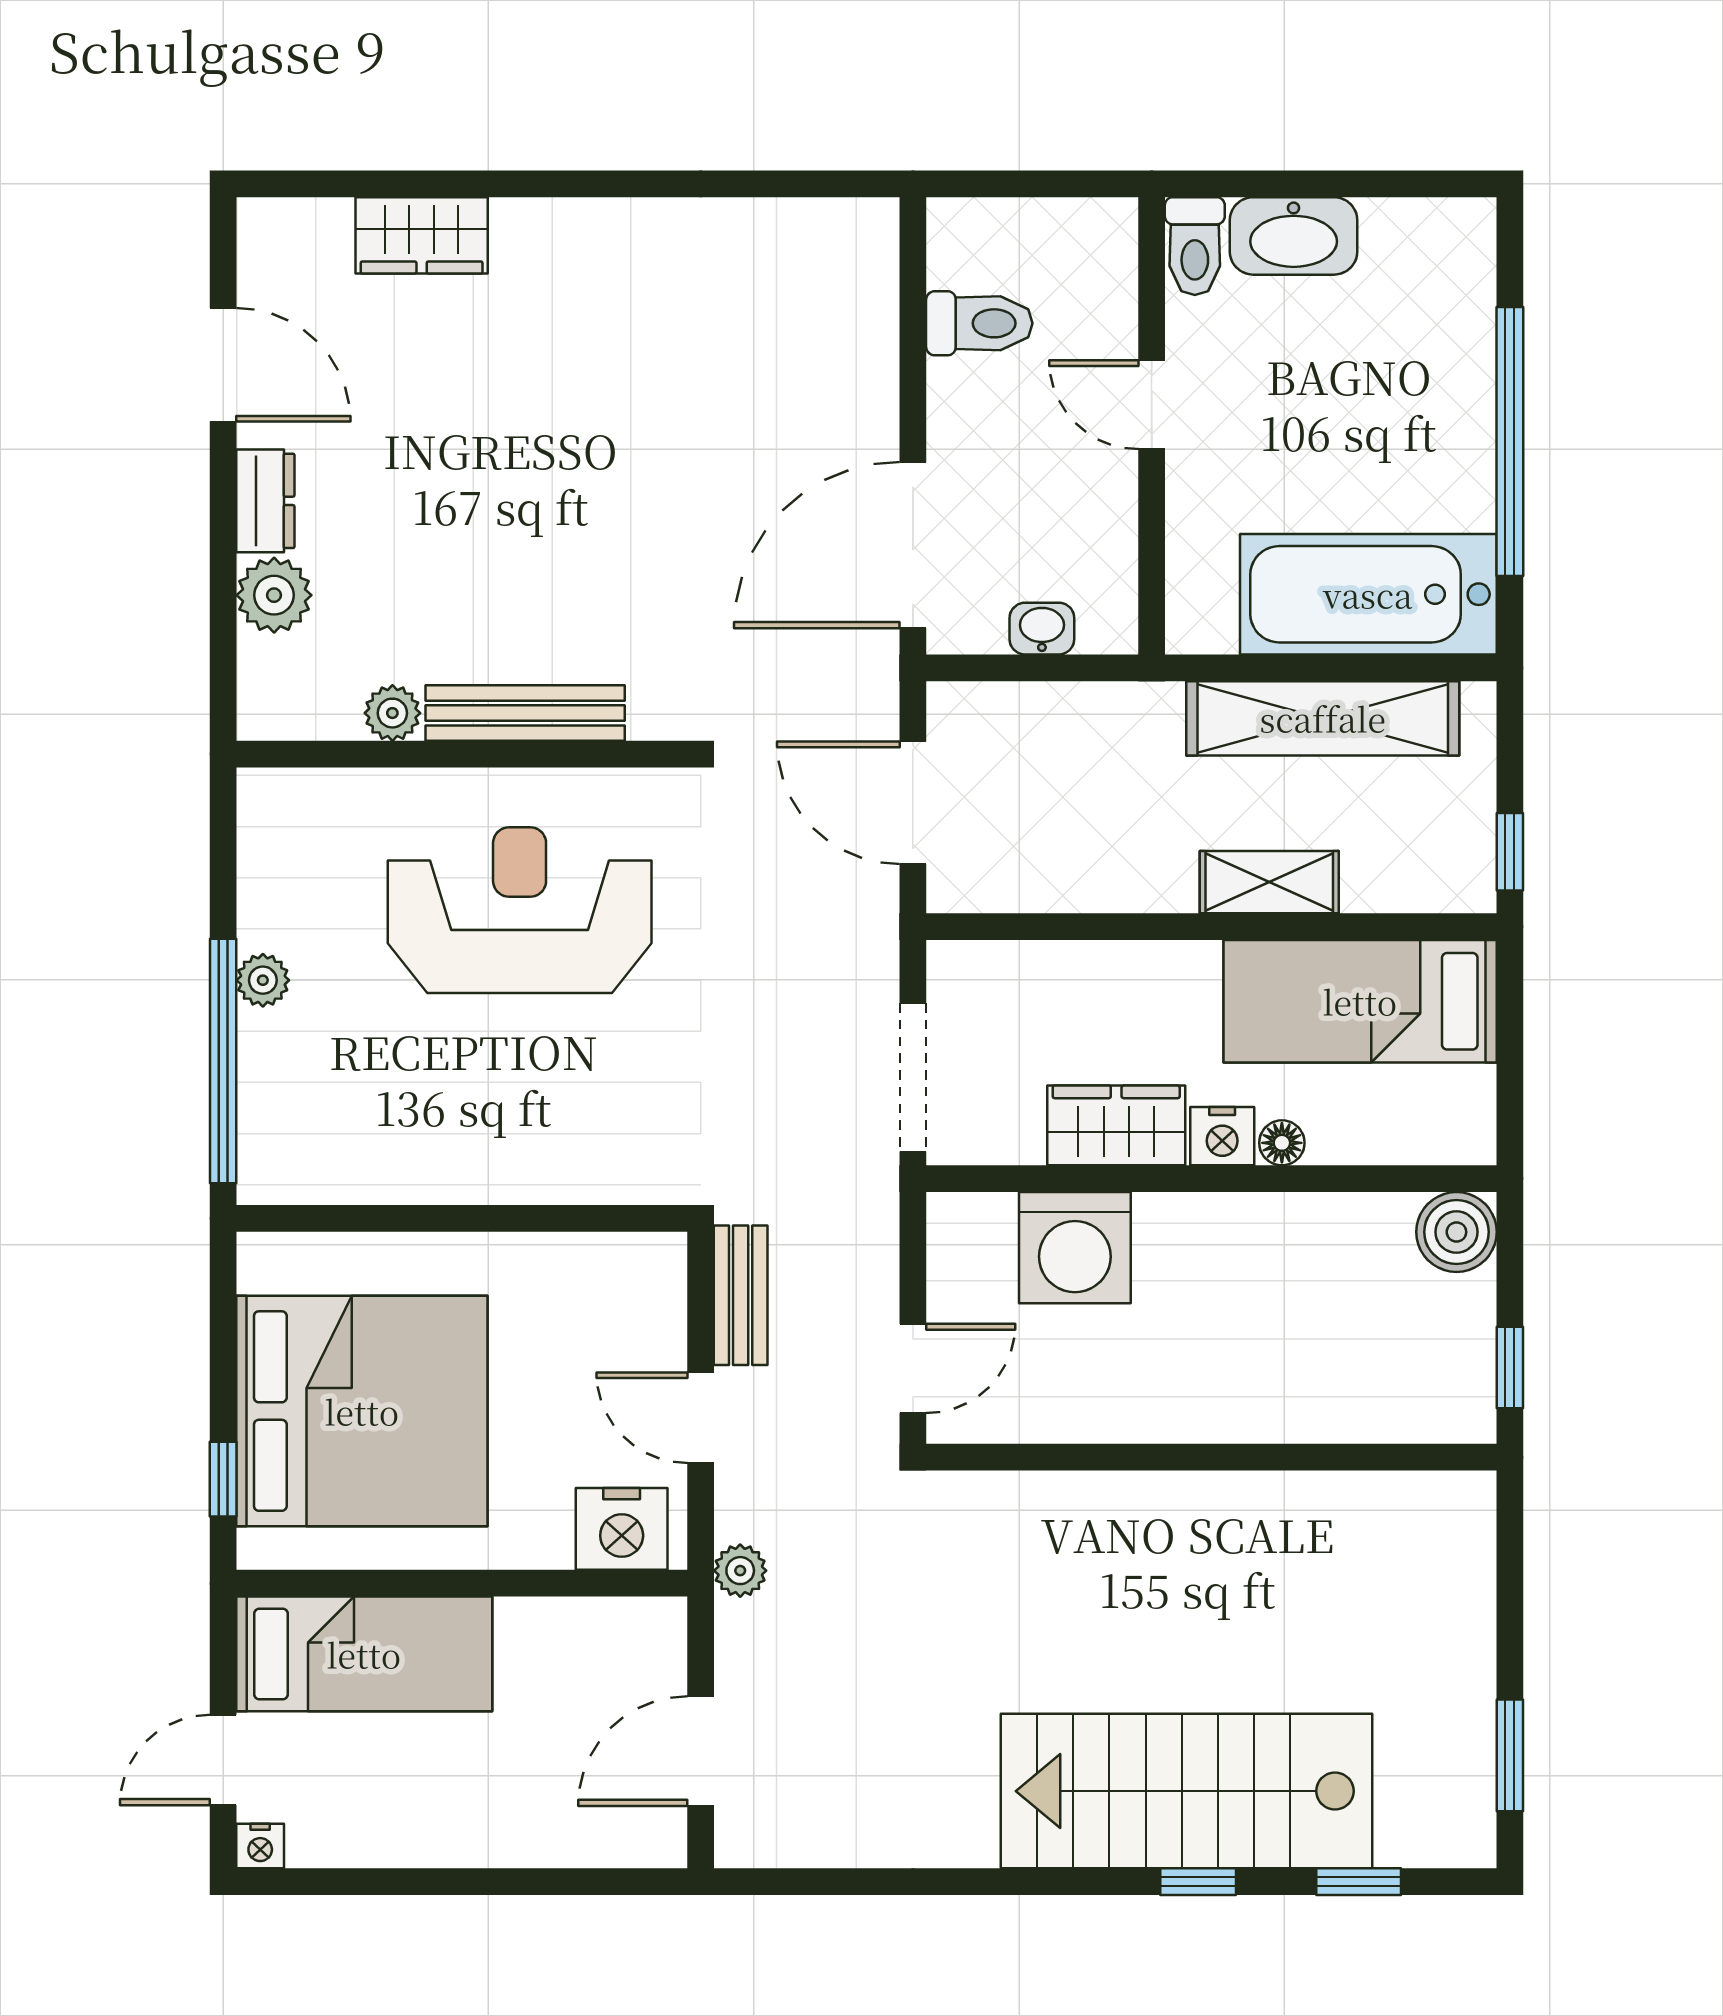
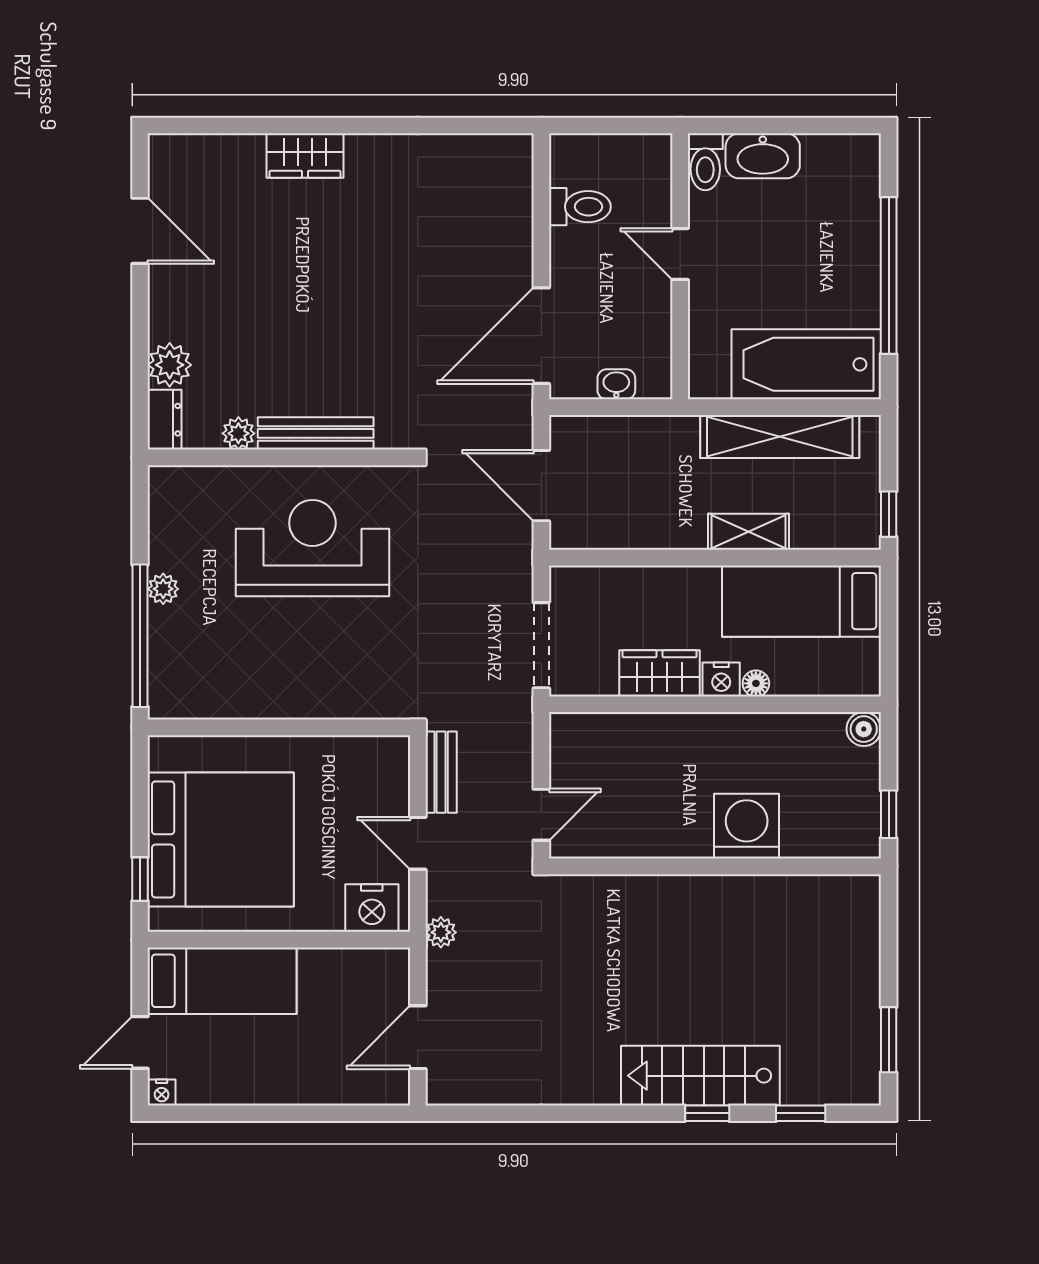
wardrobe: (422, 235) -> (305, 155), moved
dresser: (265, 501) -> (165, 420), moved
boiler: (1456, 1232) -> (864, 729), width x0.73, depth x0.73
washing machine: (1075, 1248) -> (747, 826), moved, turned 180
stairs: (1186, 1791) -> (700, 1076), width x0.73, depth x0.66

